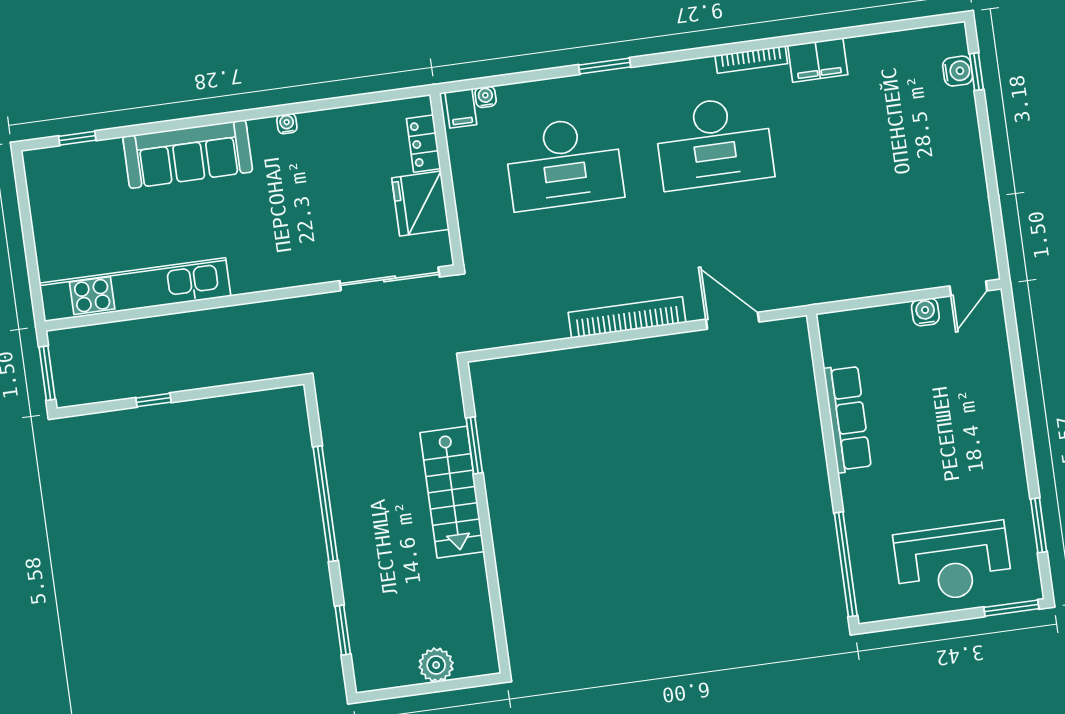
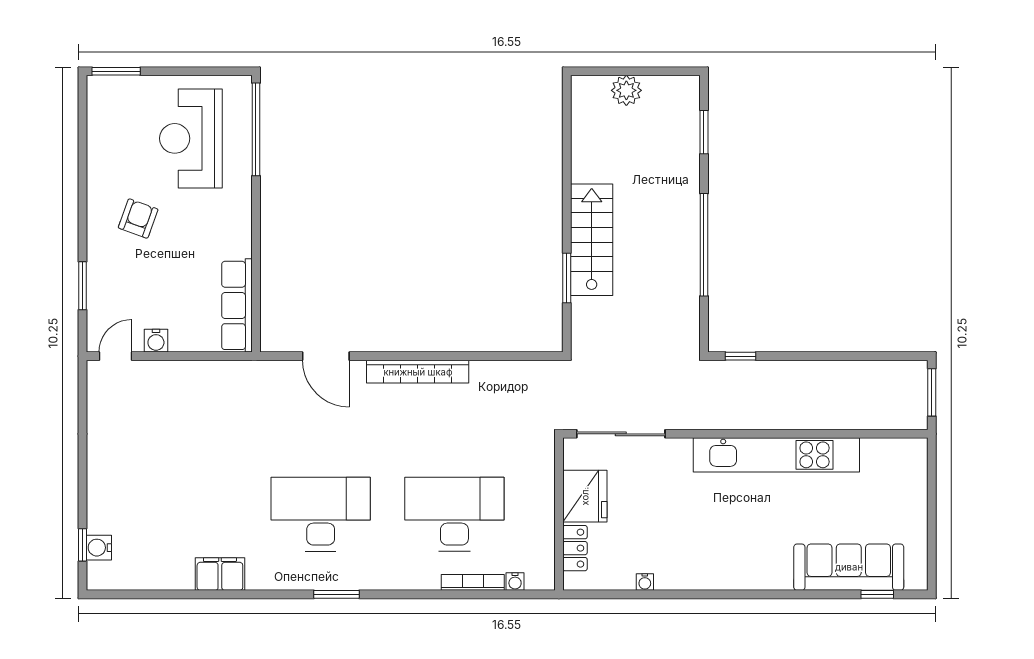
bookcase: (751, 59) -> (473, 582), moved
window: (605, 66) -> (337, 594), moved
filing cabinet: (461, 108) -> (538, 574), removed
water cooler: (287, 124) -> (645, 582), moved
sofa: (188, 154) -> (849, 567), moved
kitchen unit: (135, 290) -> (776, 455), moved
window: (153, 400) -> (740, 356), moved
row of seats: (847, 419) -> (237, 305), moved
armchair: (964, 446) -> (138, 219), added
window: (1039, 525) -> (82, 286), moved
reception desk: (953, 562) -> (191, 138), moved, turned -90

